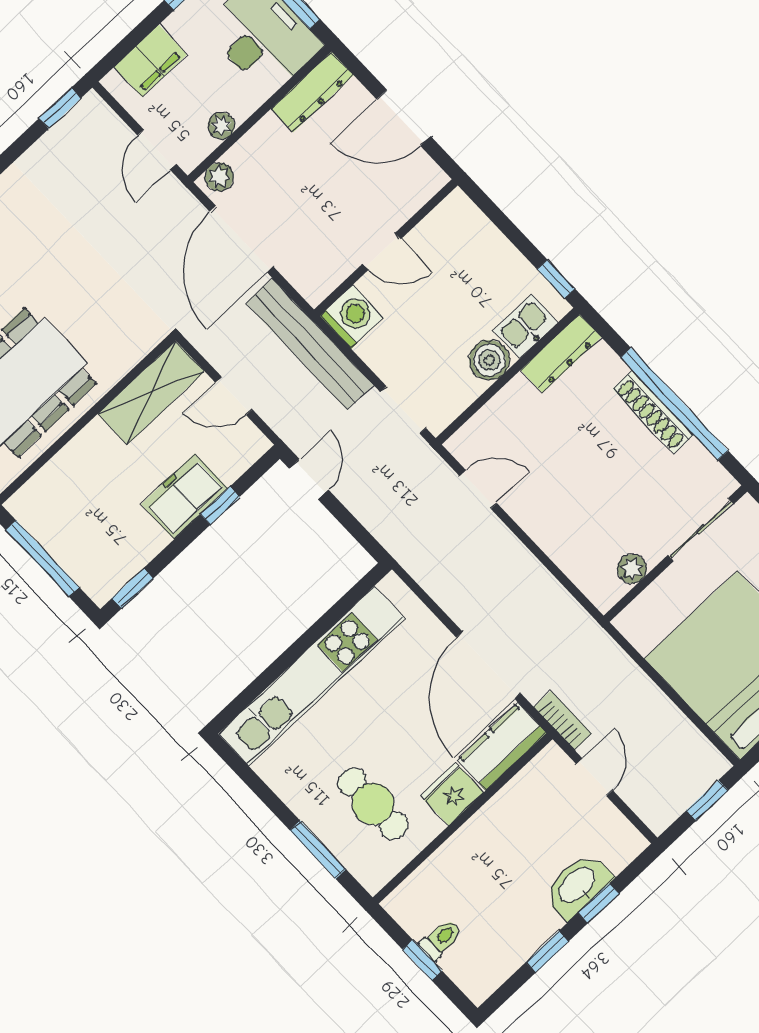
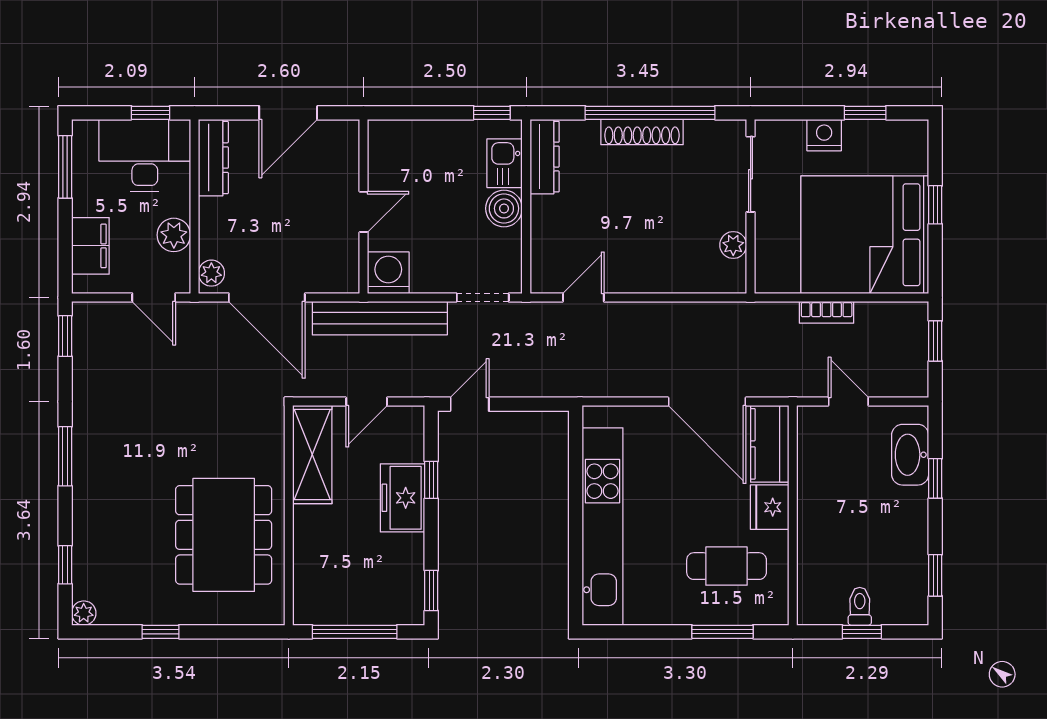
plant: (221, 126) -> (174, 235), width x1.38, depth x1.38
door: (309, 479) -> (470, 404), hinge flipped
bookcase: (563, 720) -> (827, 312), moved, turned 180
washbasin: (578, 885) -> (910, 455), moved
window: (547, 952) -> (935, 575), moved

